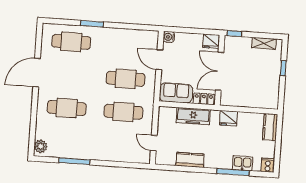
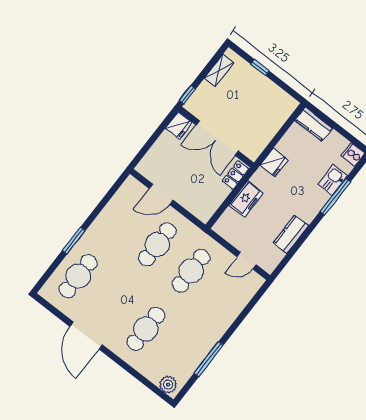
water cooler: (169, 37) -> (143, 168), removed
sofa: (176, 93) -> (209, 201), removed
freezer: (193, 116) -> (246, 199), width x0.71

